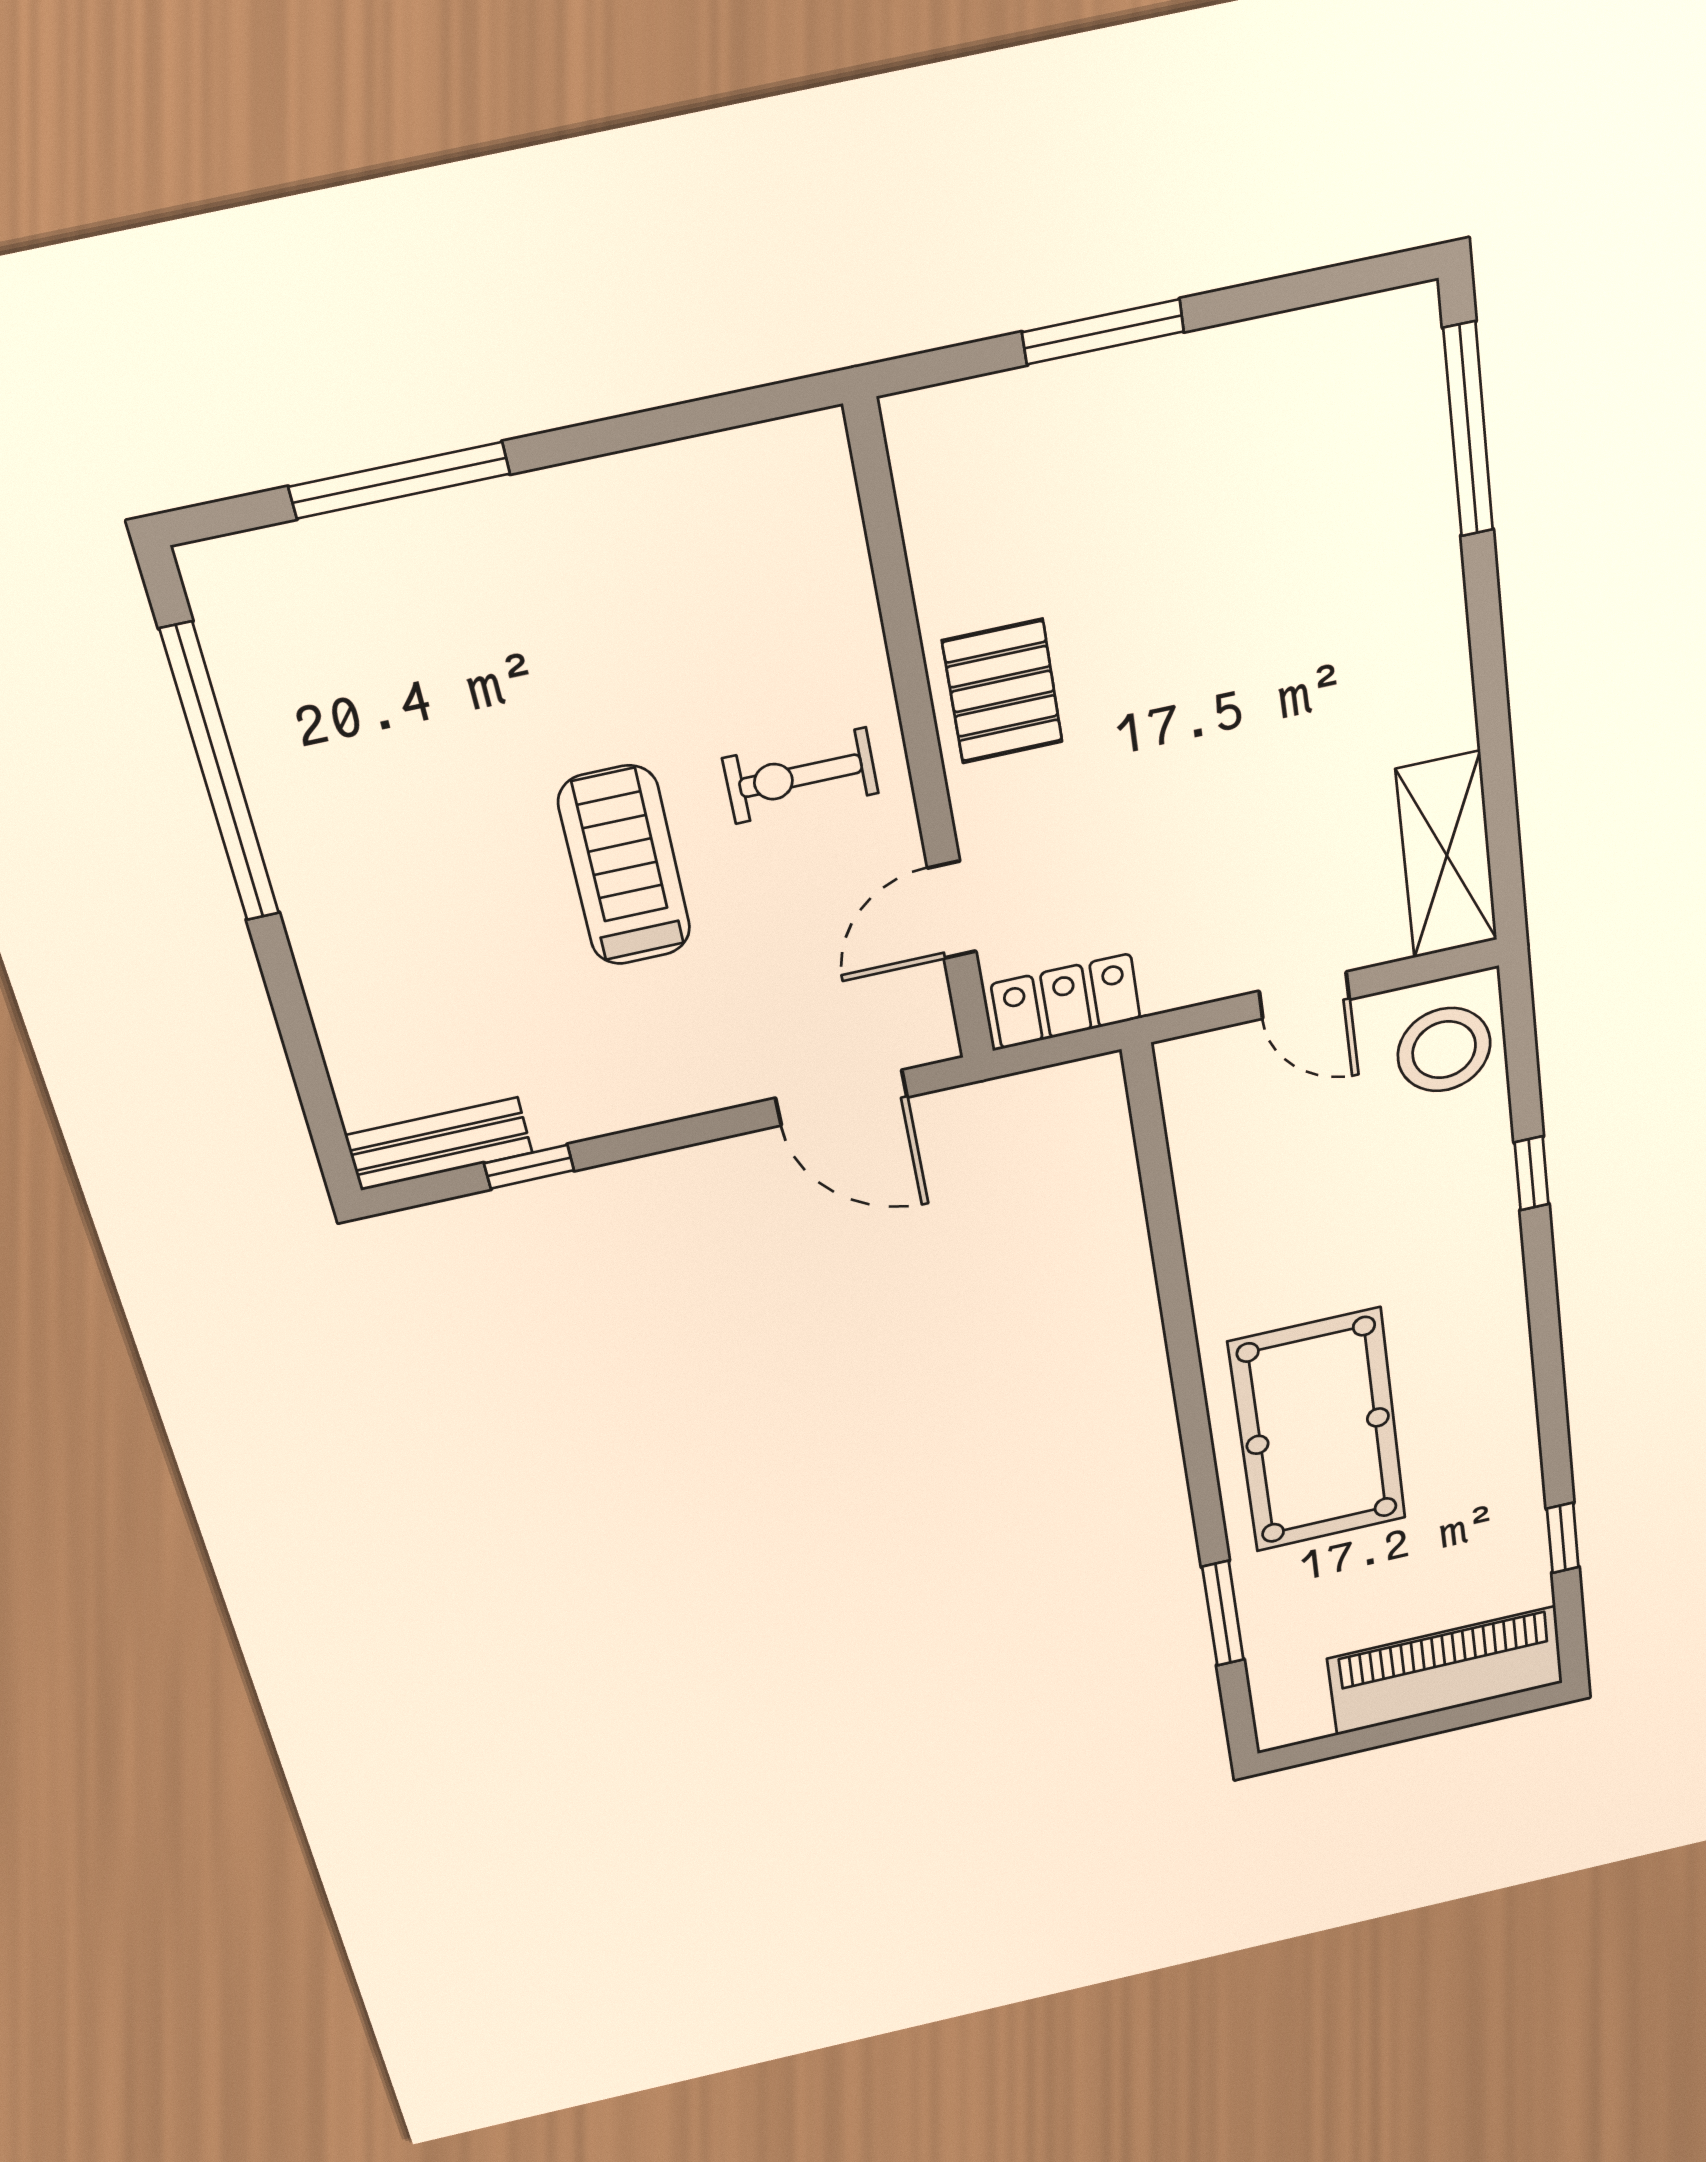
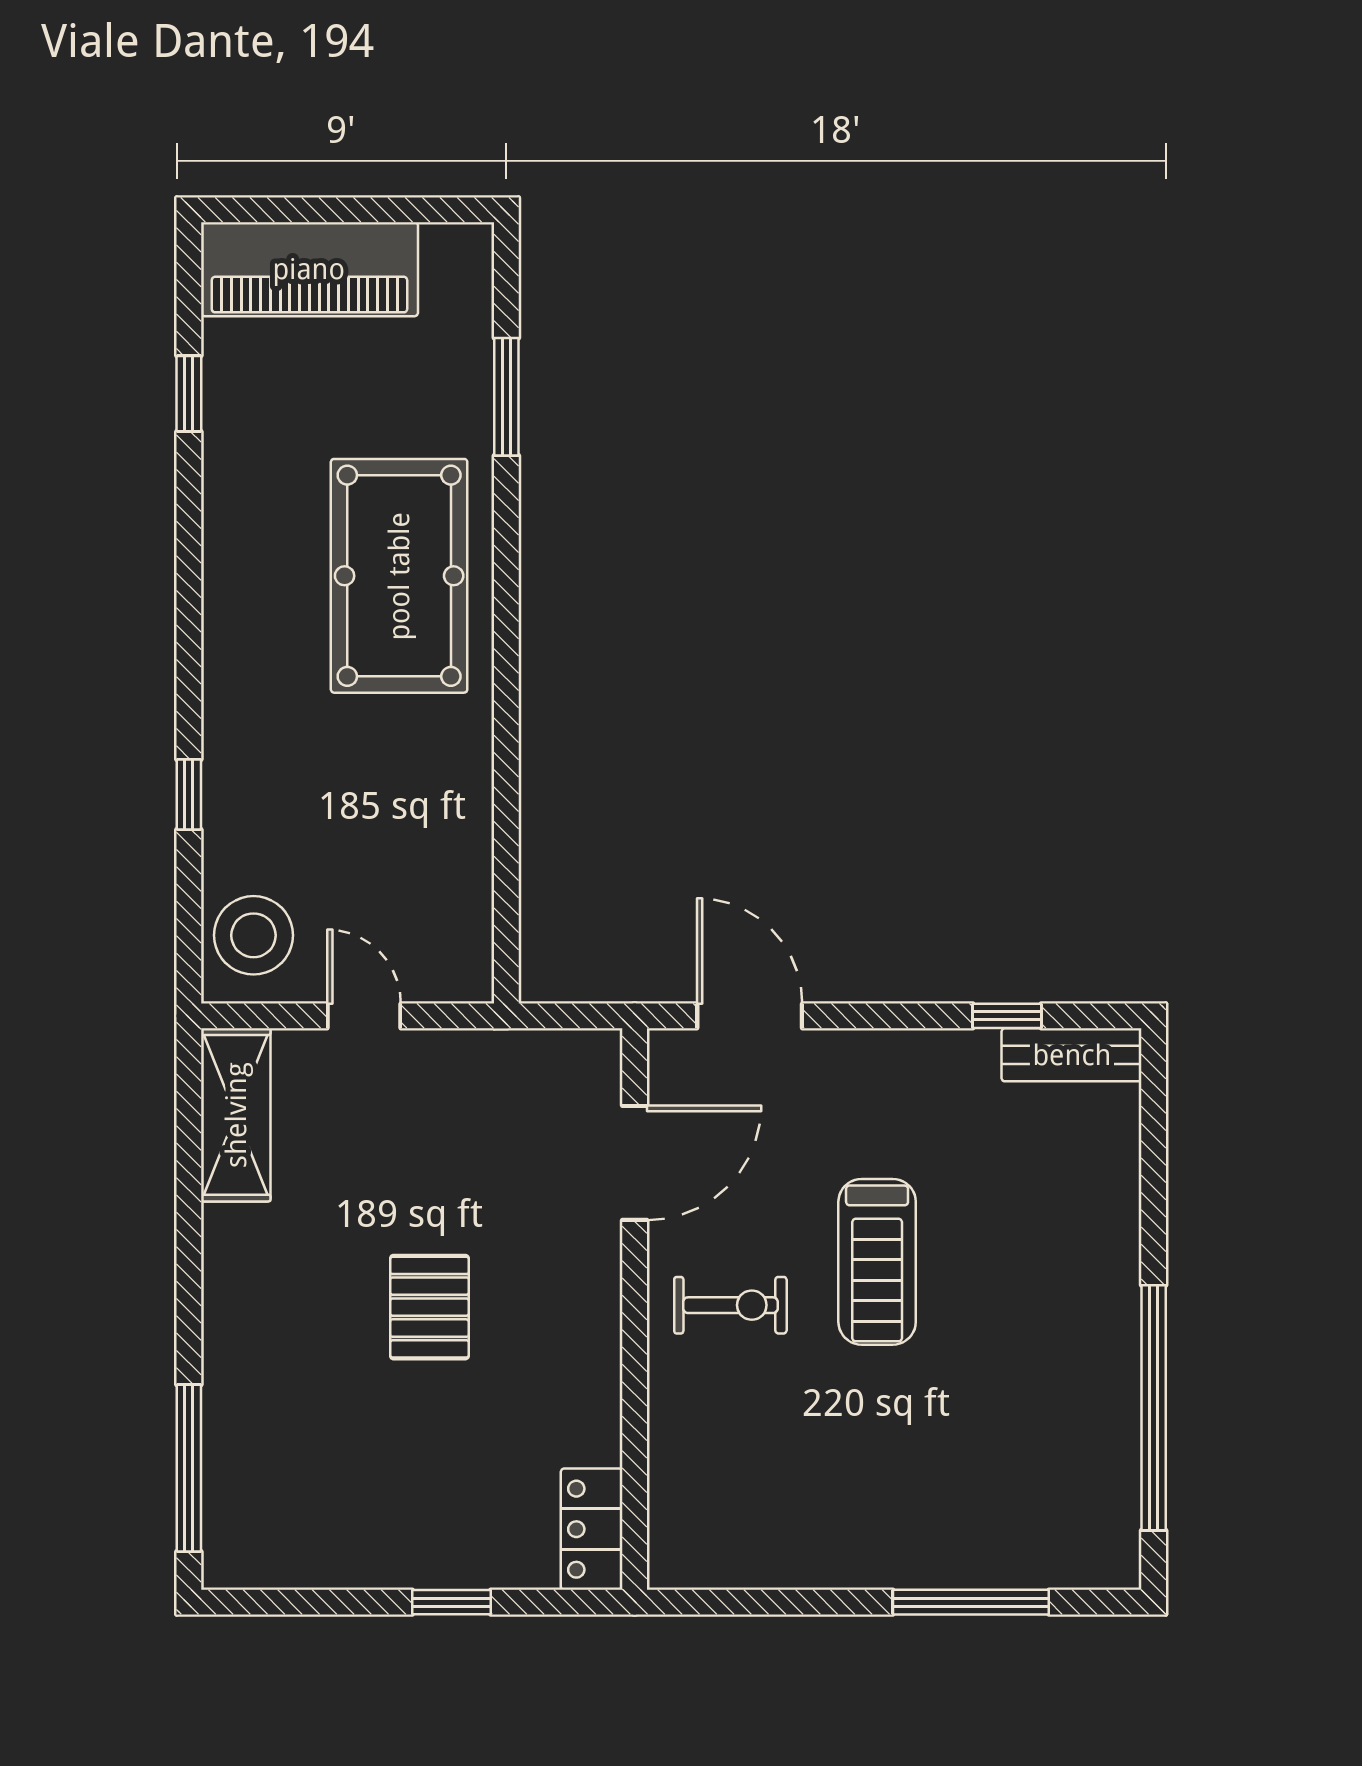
window: (1103, 332) -> (451, 1602), width x0.67
pallet: (1002, 691) -> (429, 1307), moved
door: (952, 910) -> (635, 1163), width x1.38
locker: (1066, 1001) -> (592, 1529), moved, turned 90

